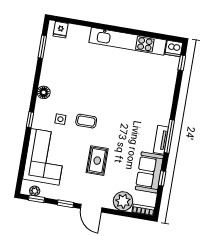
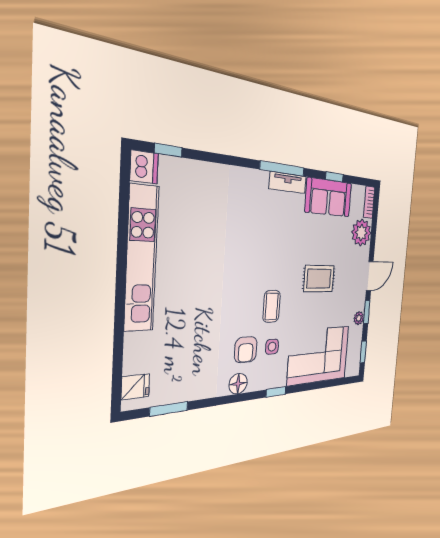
armchair: (63, 100) -> (246, 350), added
plant: (35, 191) -> (359, 318), moved

